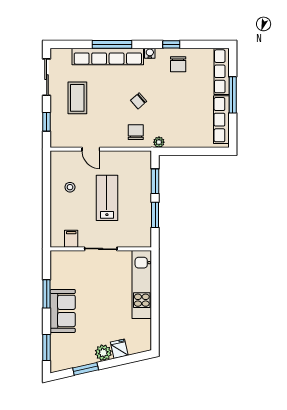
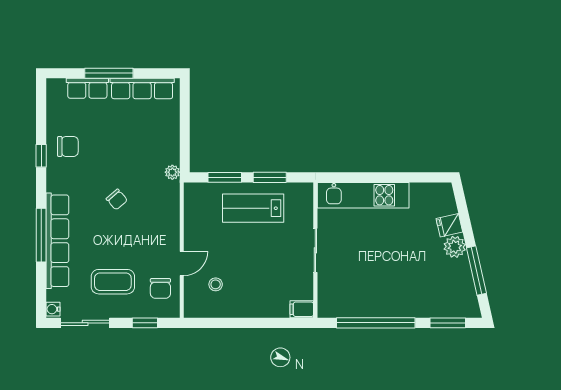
water cooler: (150, 53) -> (53, 309), moved
row of seats: (222, 71) -> (87, 88), width x0.68
chair: (136, 132) -> (160, 288), moved, turned -90
stool: (70, 187) -> (216, 284), moved
lab bench: (107, 198) -> (253, 208), moved
filing cabinet: (71, 239) -> (302, 309), moved
window: (47, 294) -> (376, 323), width x2.11
sofa: (63, 311) -> (399, 301), removed
window: (86, 369) -> (476, 271), width x1.44

